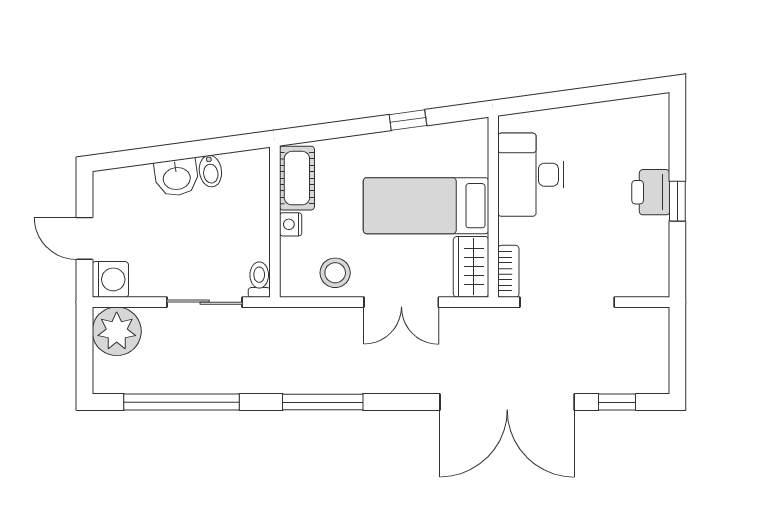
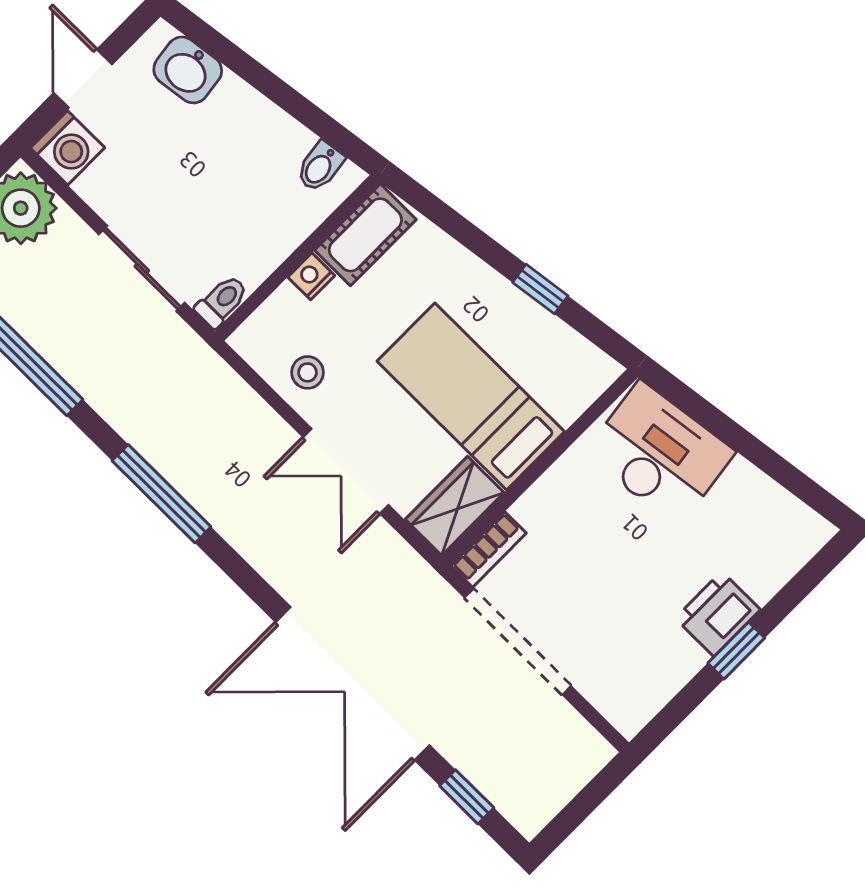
bidet: (210, 171) -> (320, 167), moved
desk: (531, 175) -> (659, 453), moved, turned 82
washbasin: (177, 177) -> (188, 70), moved
stool: (335, 273) -> (308, 372), width x0.73, depth x0.73

